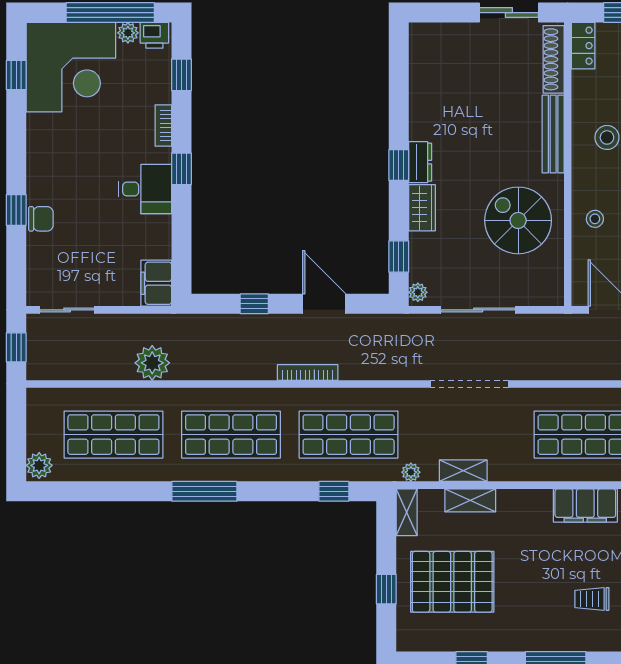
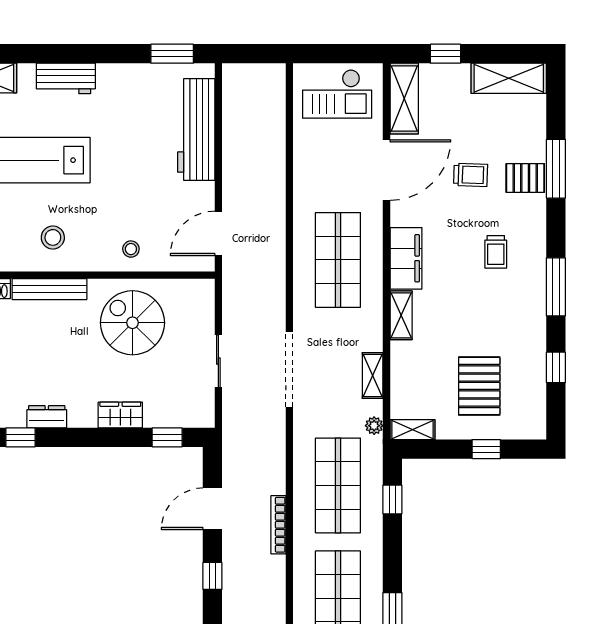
dresser: (420, 162) -> (47, 417), moved
window: (399, 165) -> (21, 437), moved
spiral stairs: (518, 220) -> (132, 323), turned 90
plant: (418, 292) -> (201, 419), removed
sliding door: (478, 310) -> (218, 361), width x0.73
shelving: (470, 500) -> (401, 315), moved
pallet: (452, 582) -> (479, 386), width x0.73, depth x0.71

